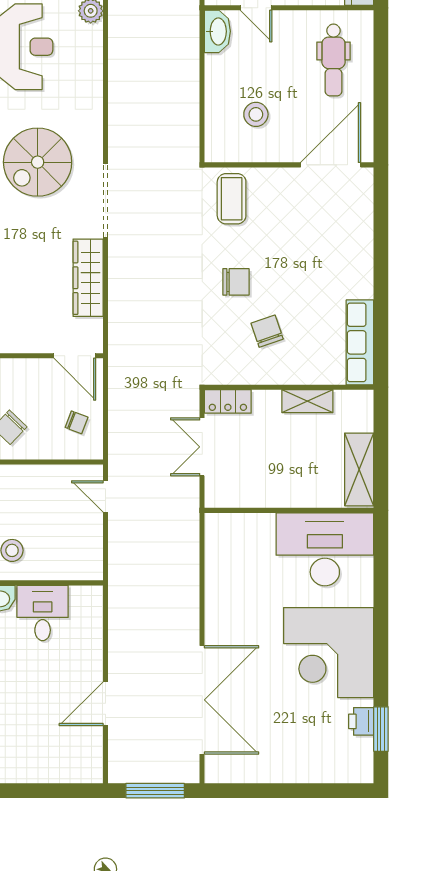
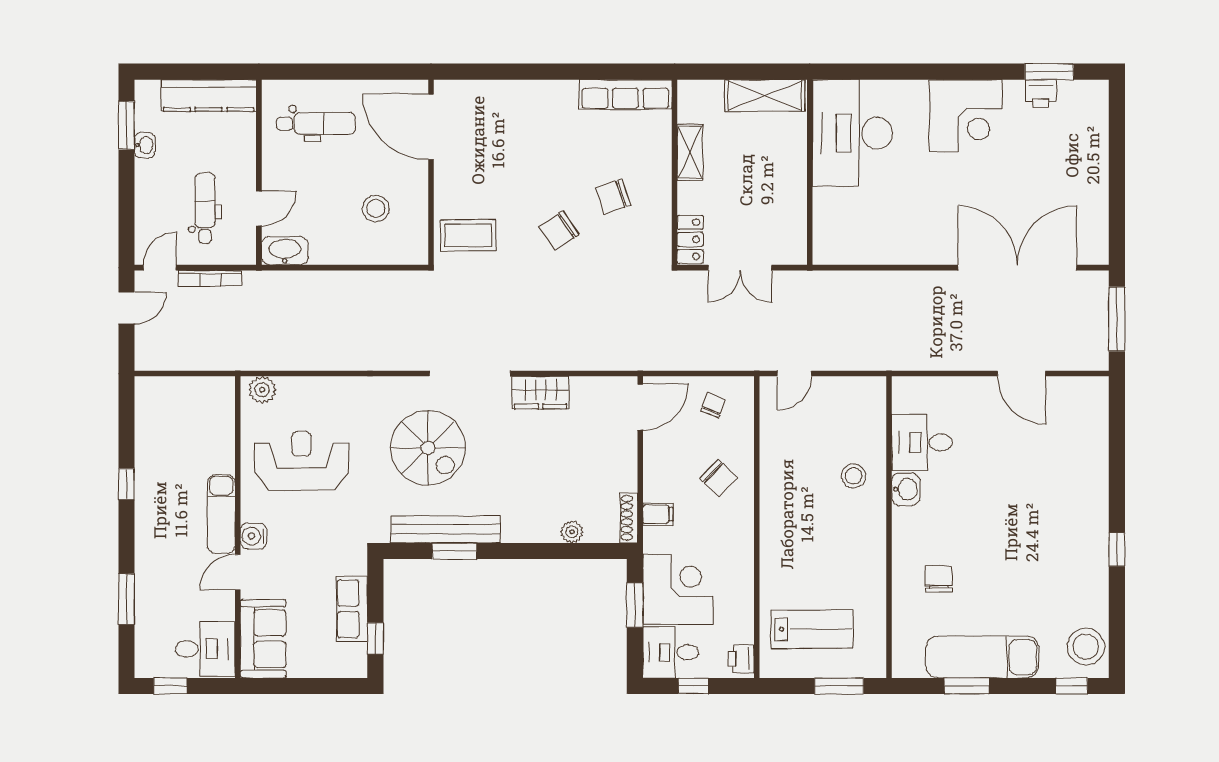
wardrobe: (88, 278) -> (541, 393), width x0.67
chair: (236, 282) -> (559, 231), turned -124
corner desk: (329, 653) -> (965, 116), width x0.74, depth x0.74

